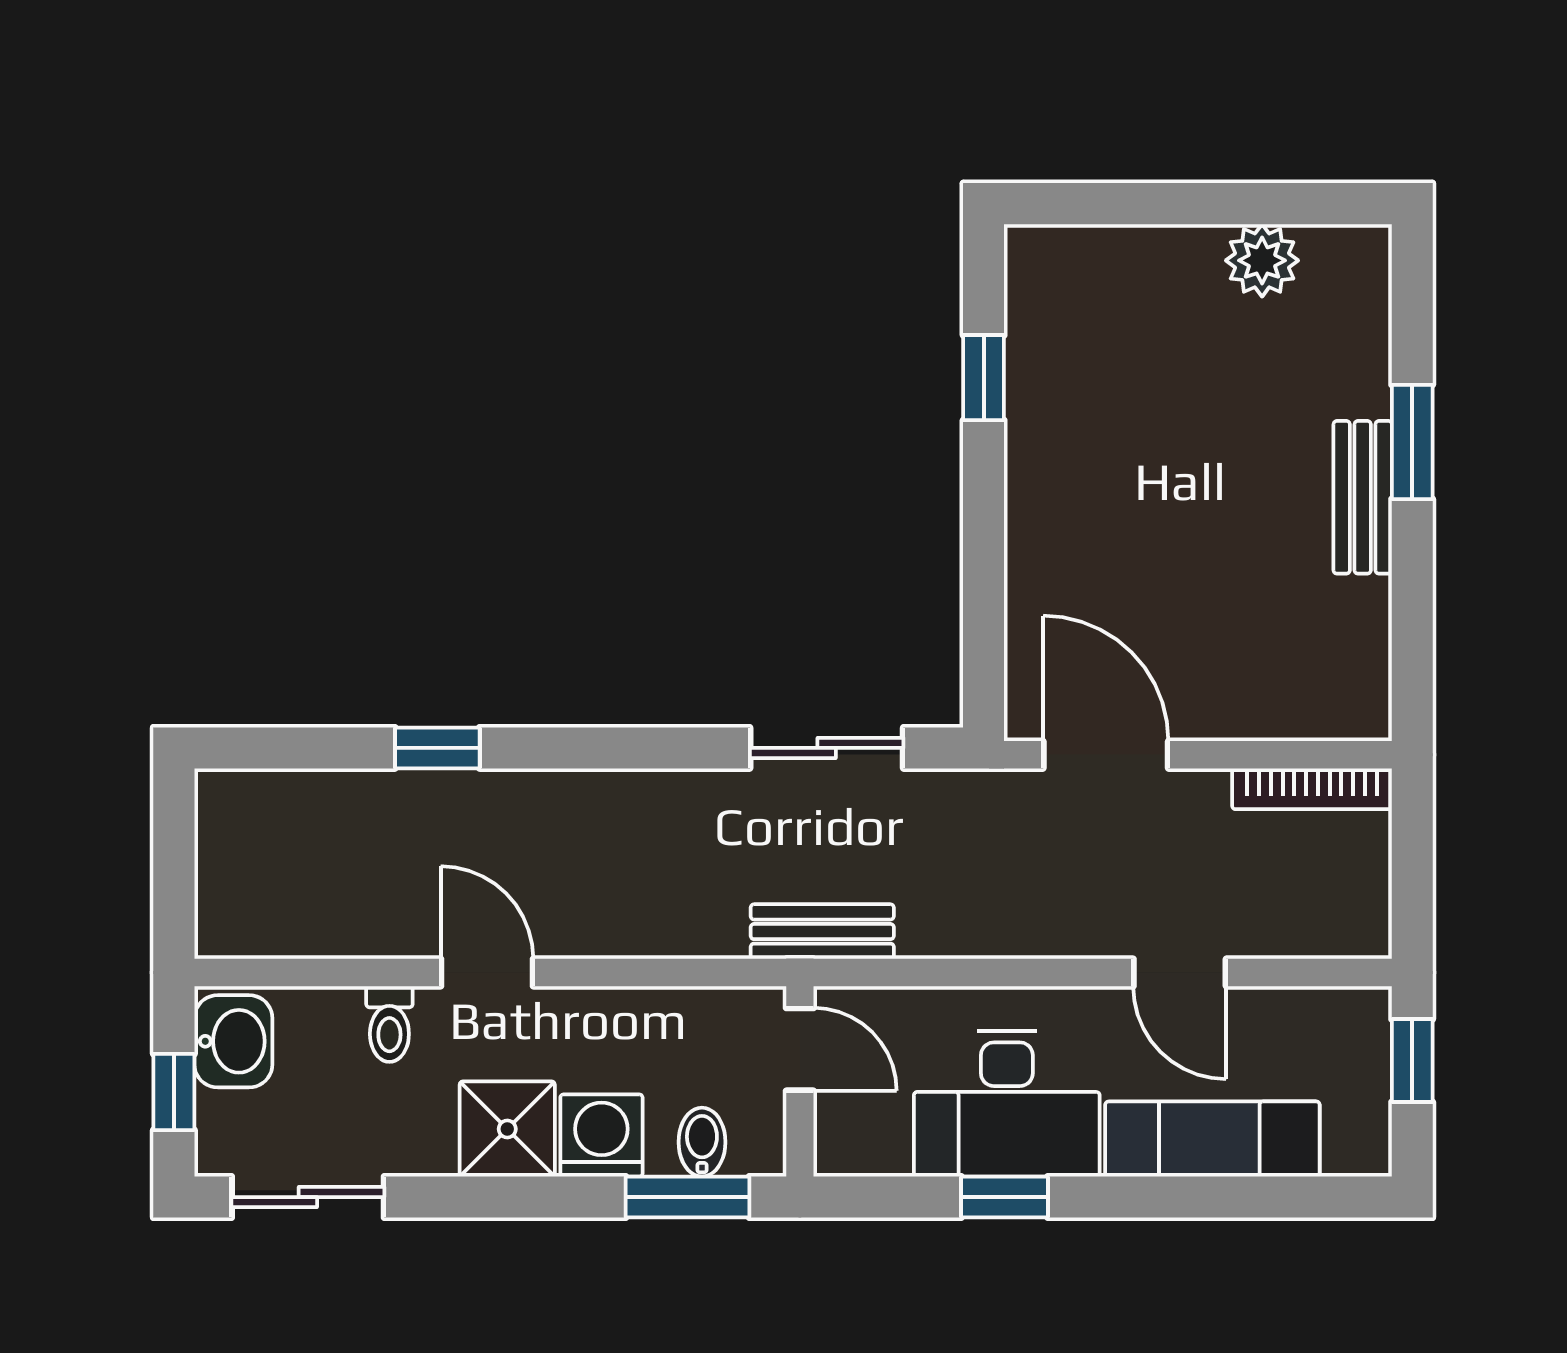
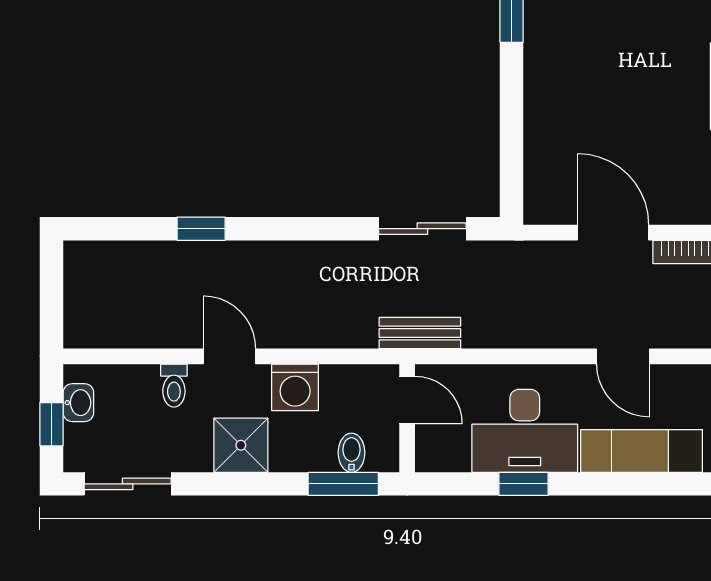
door: (1106, 755) -> (613, 233), moved
washbasin: (233, 1041) -> (78, 403), width x0.72, depth x0.69
washing machine: (601, 1135) -> (295, 387), moved, turned 180

